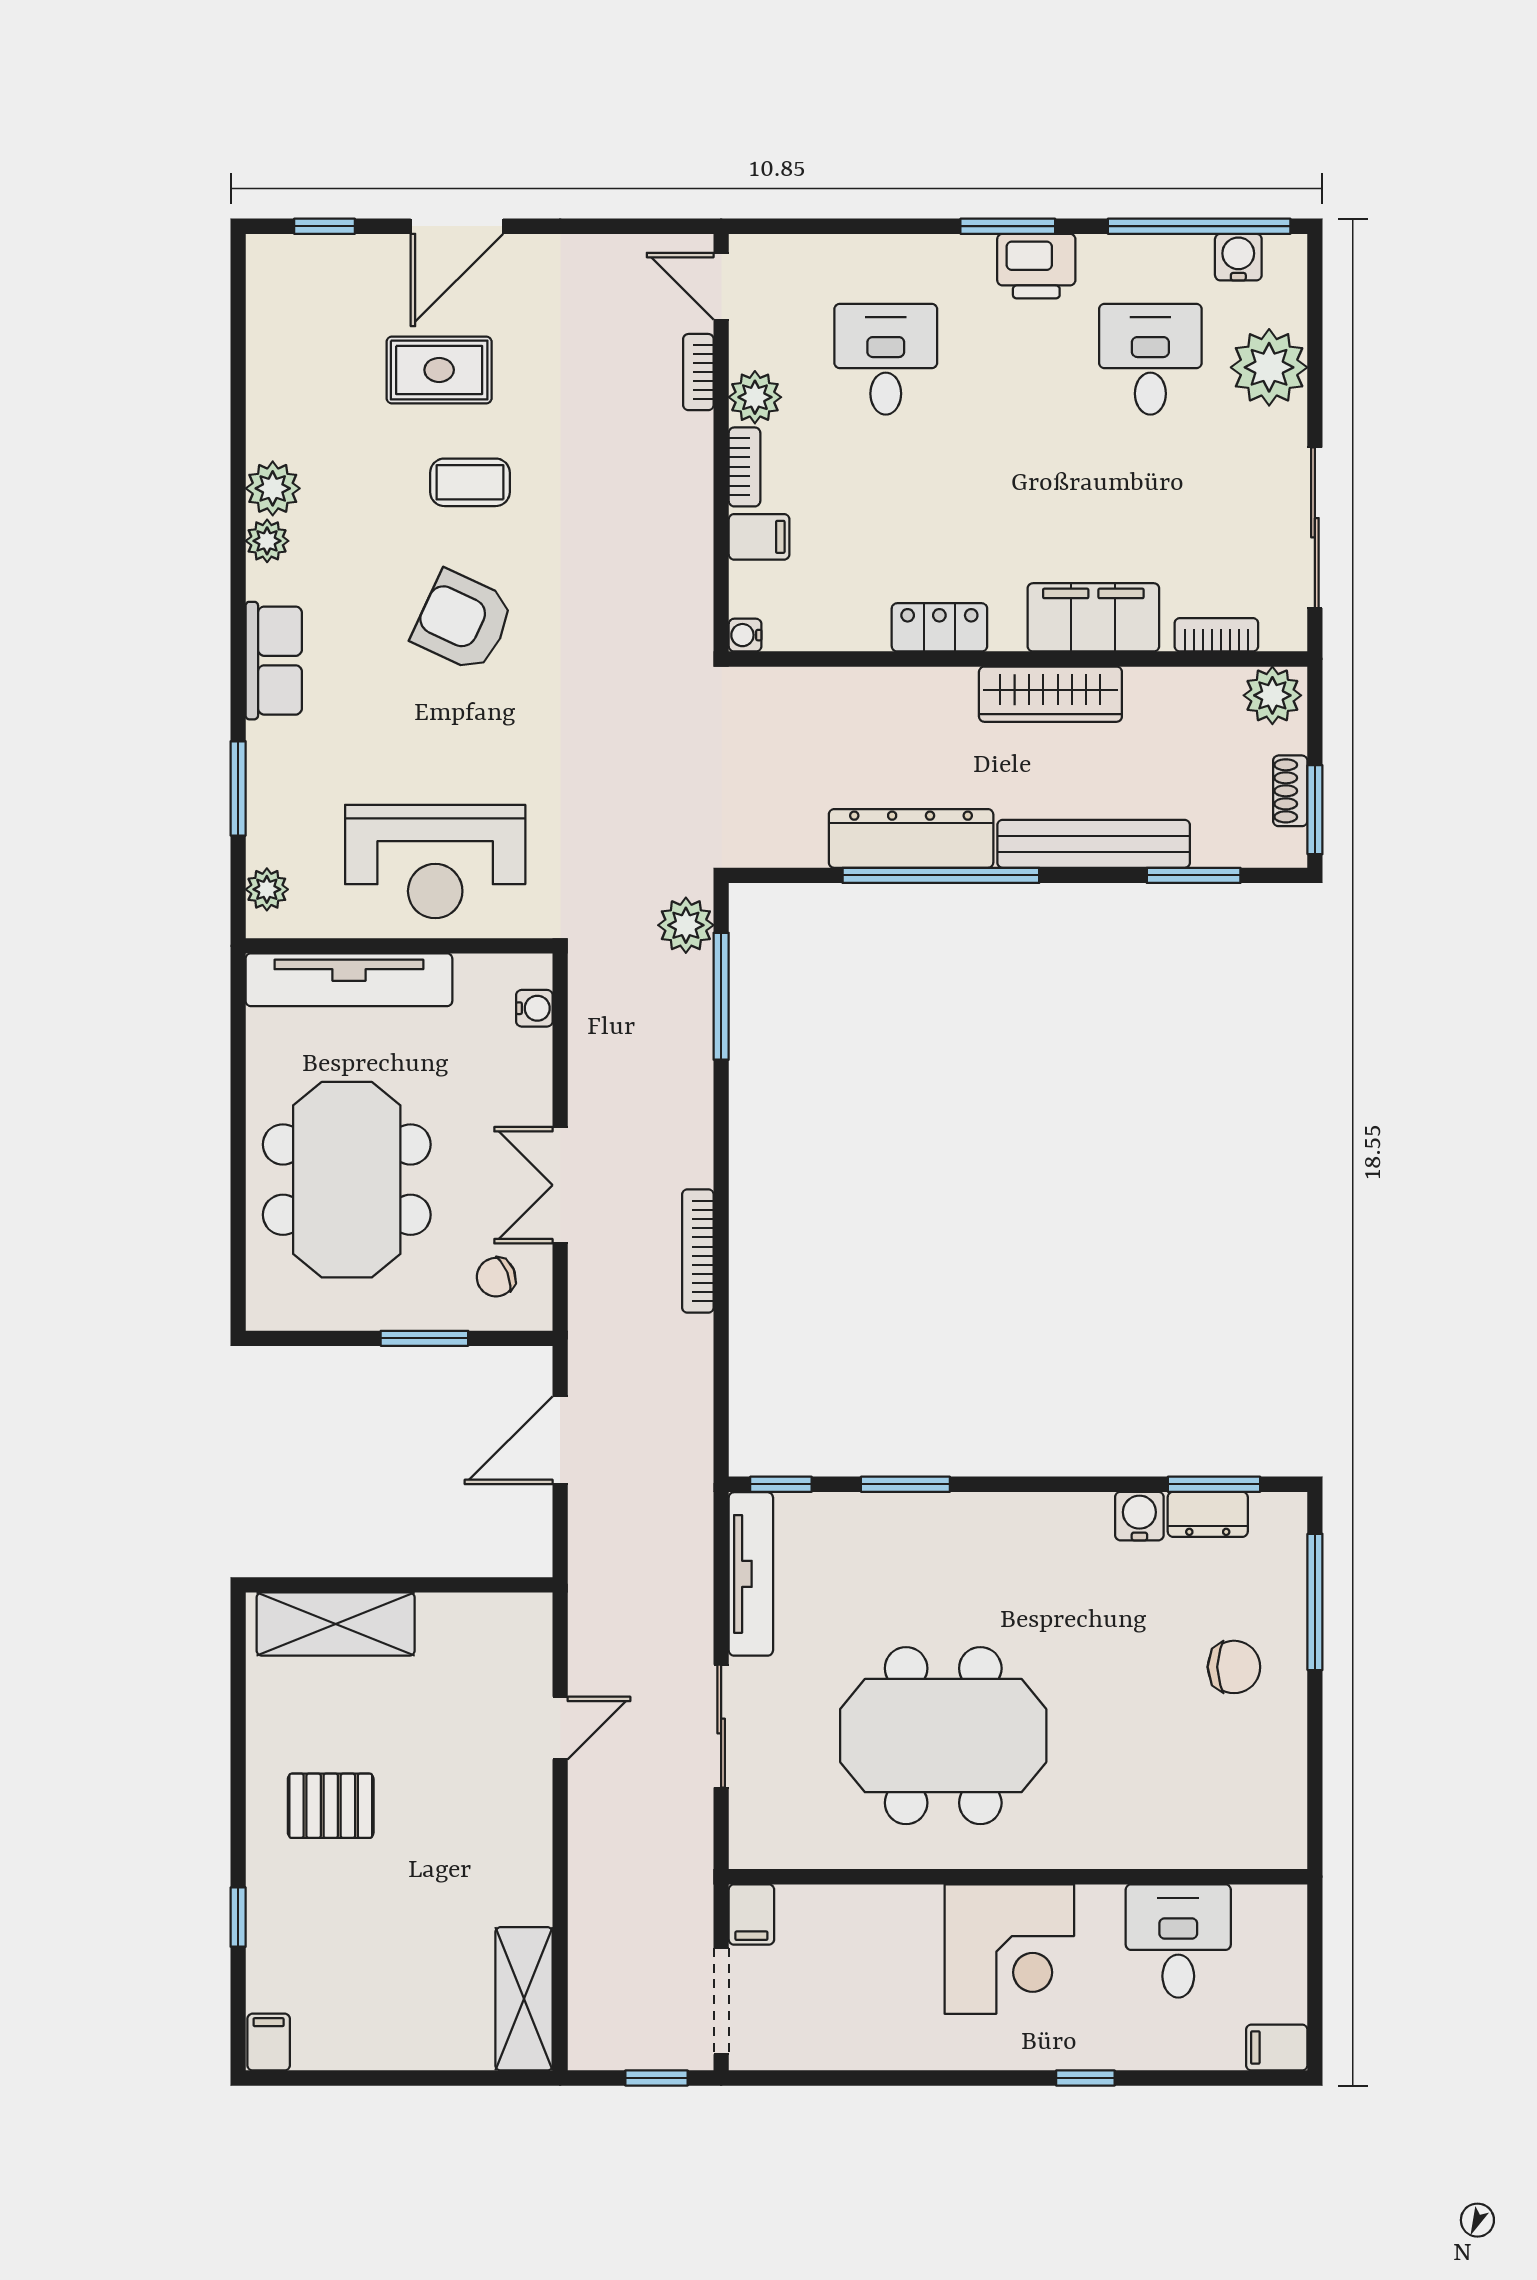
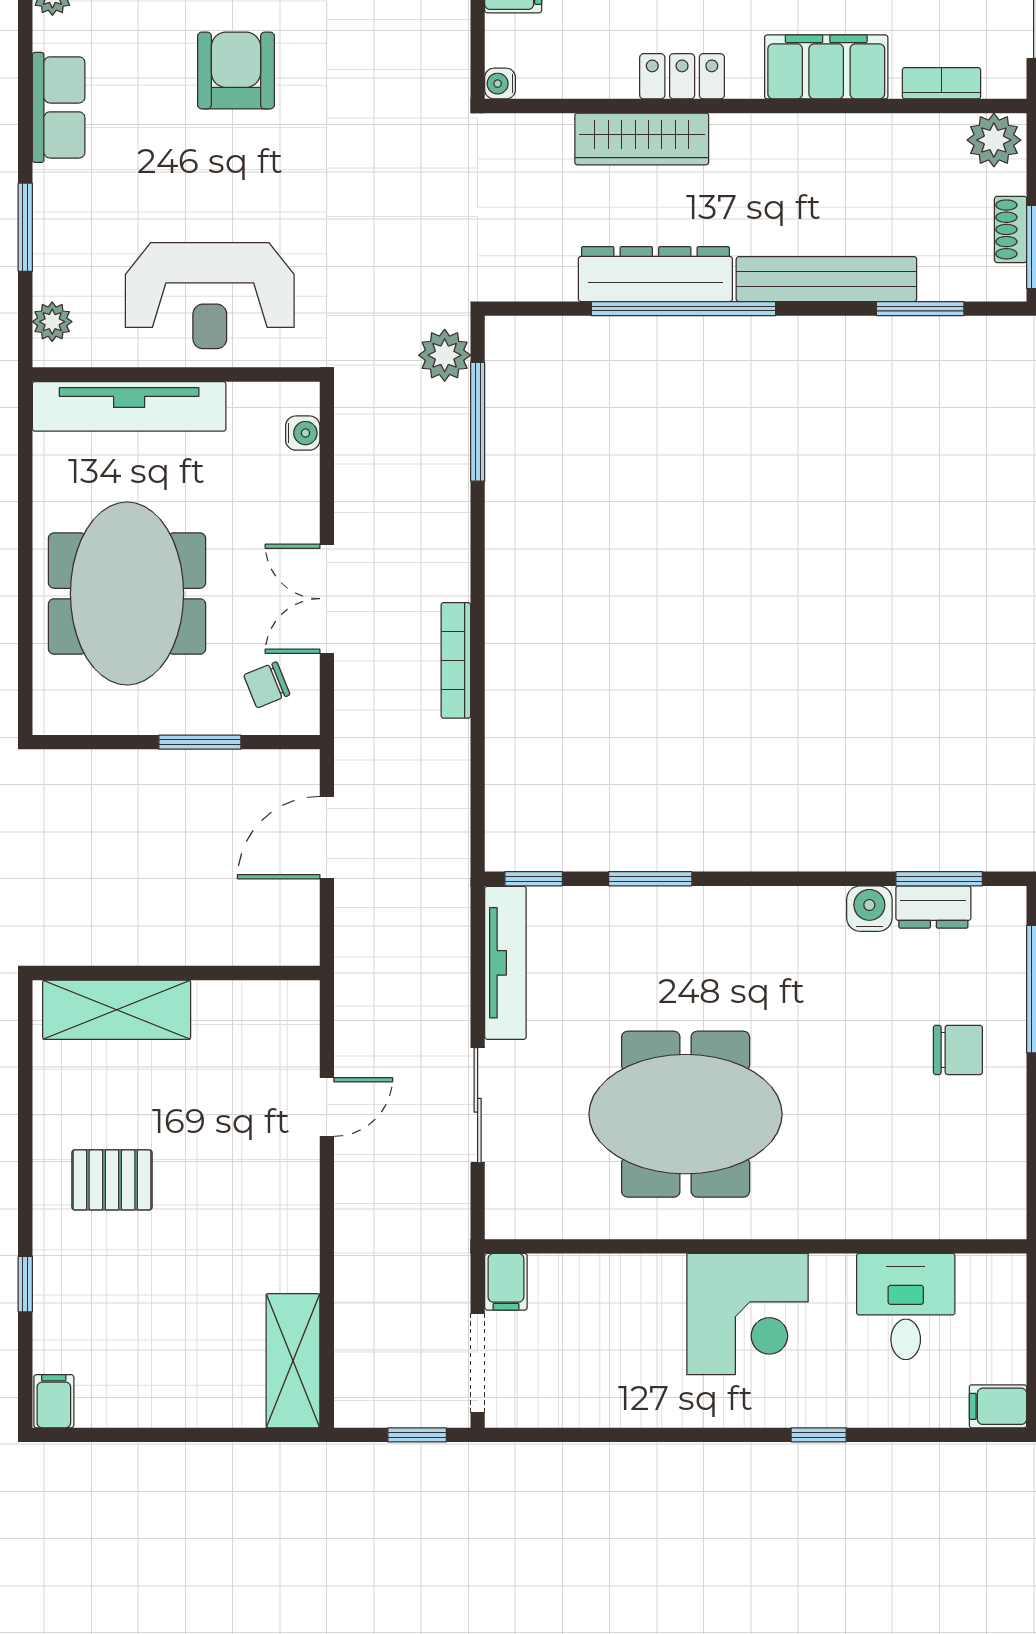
armchair: (463, 621) -> (236, 70), turned 65
wardrobe: (1050, 694) -> (642, 139), moved

